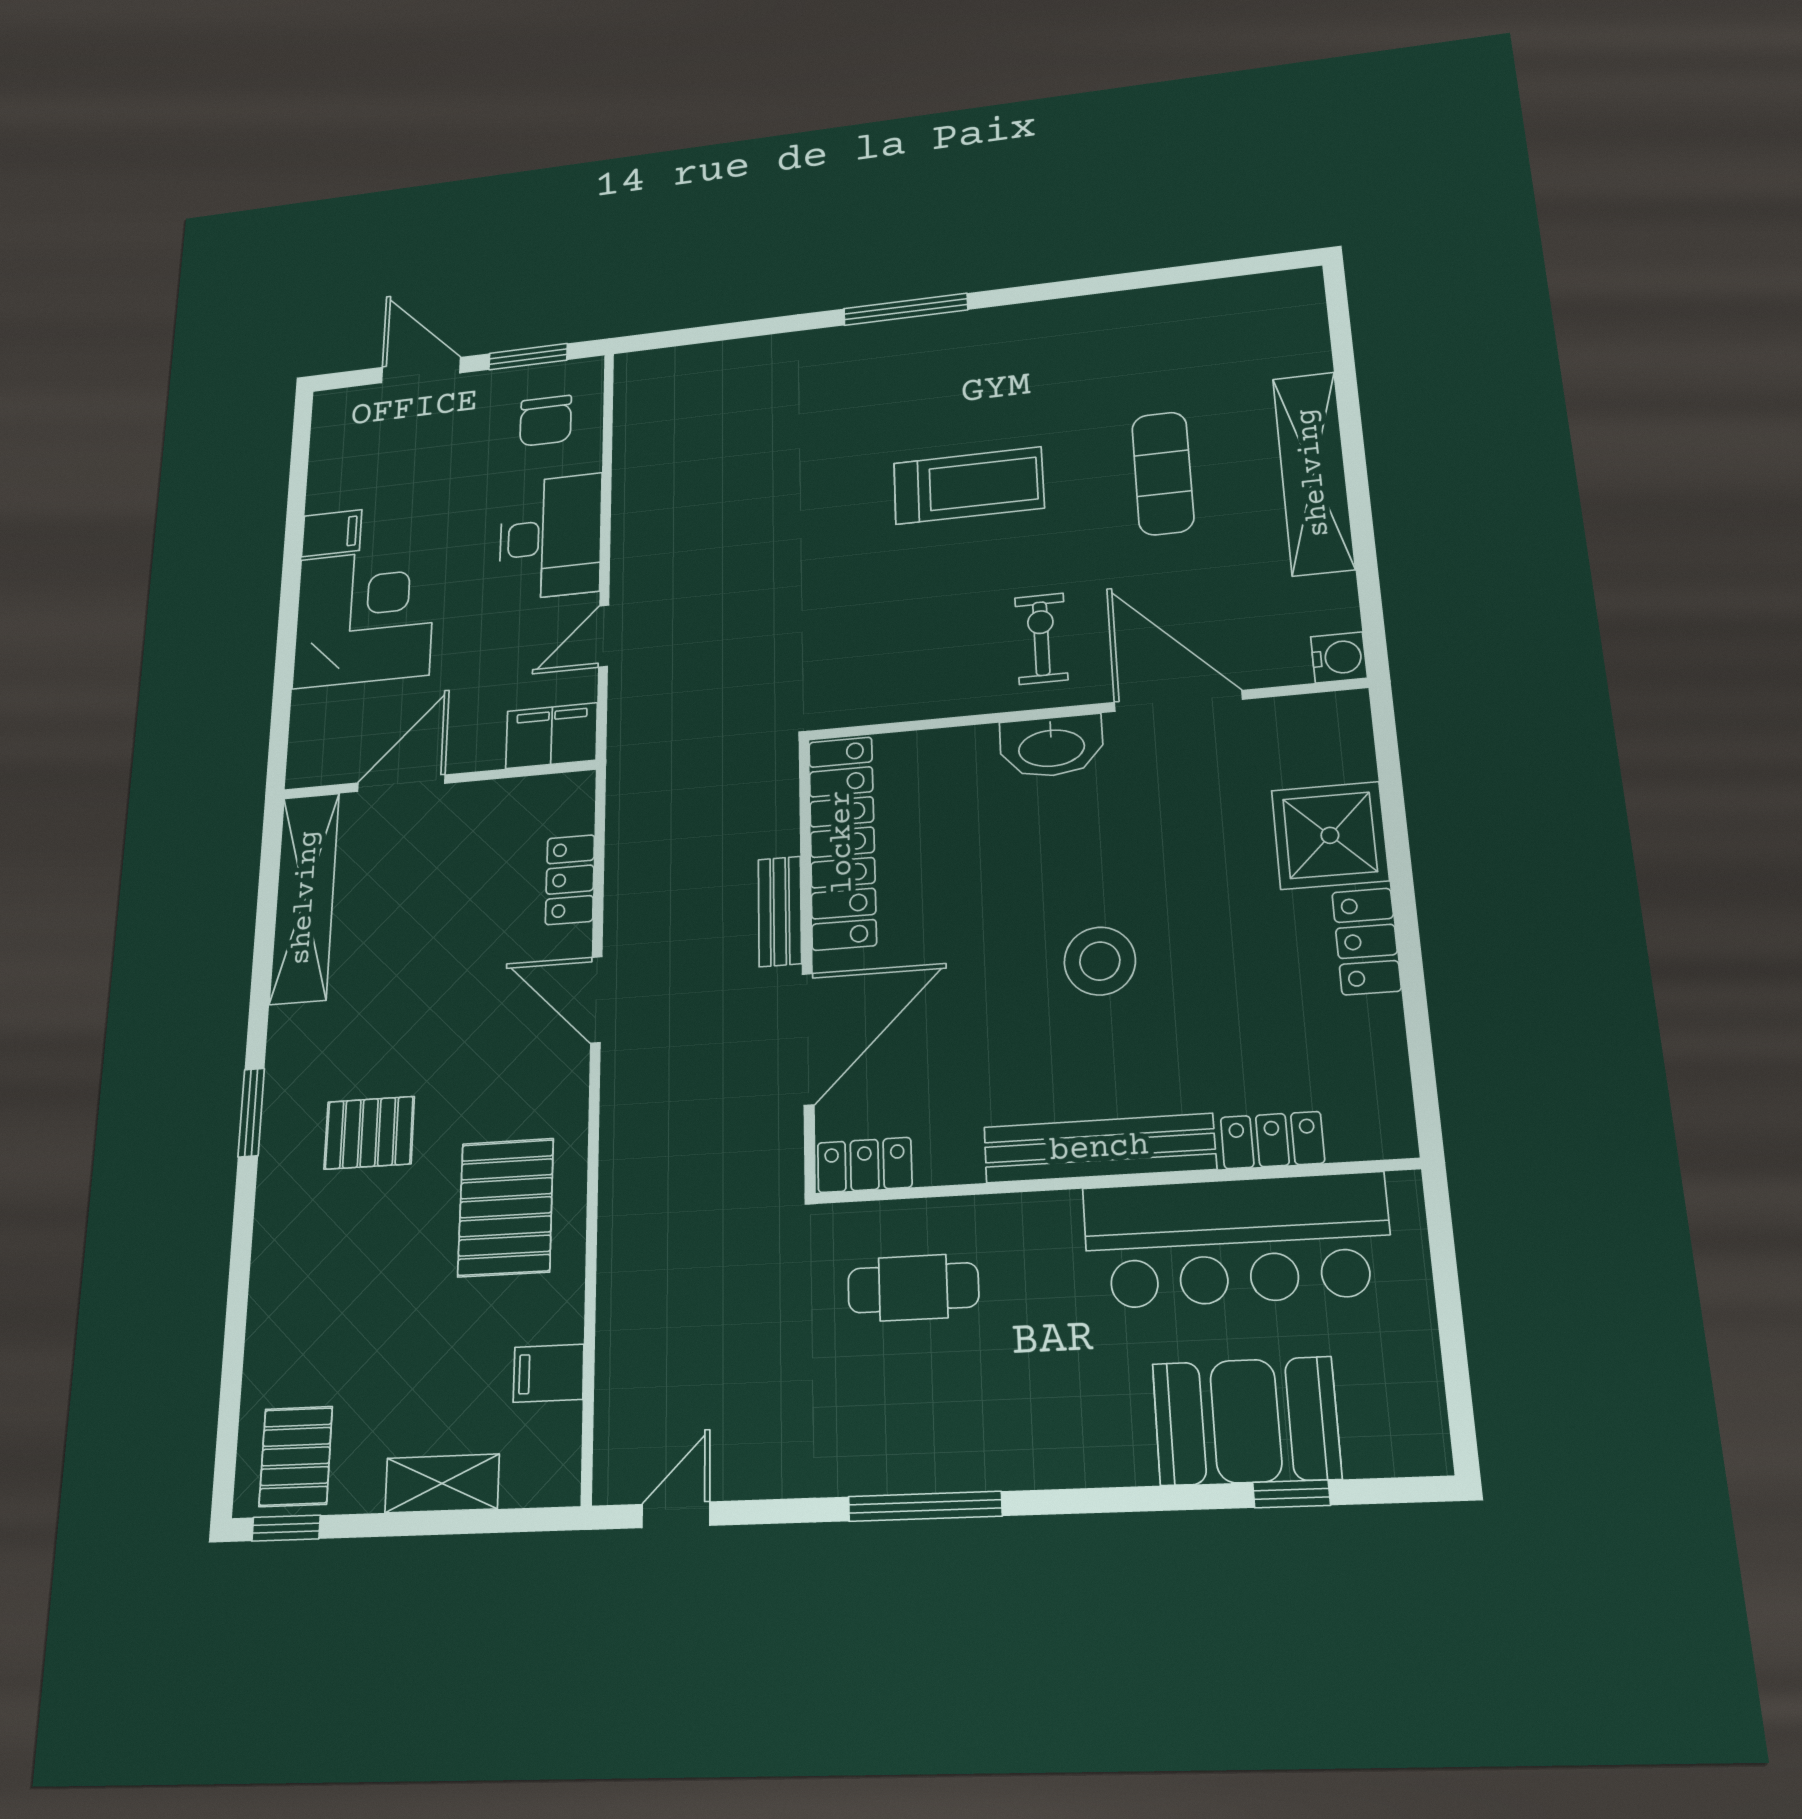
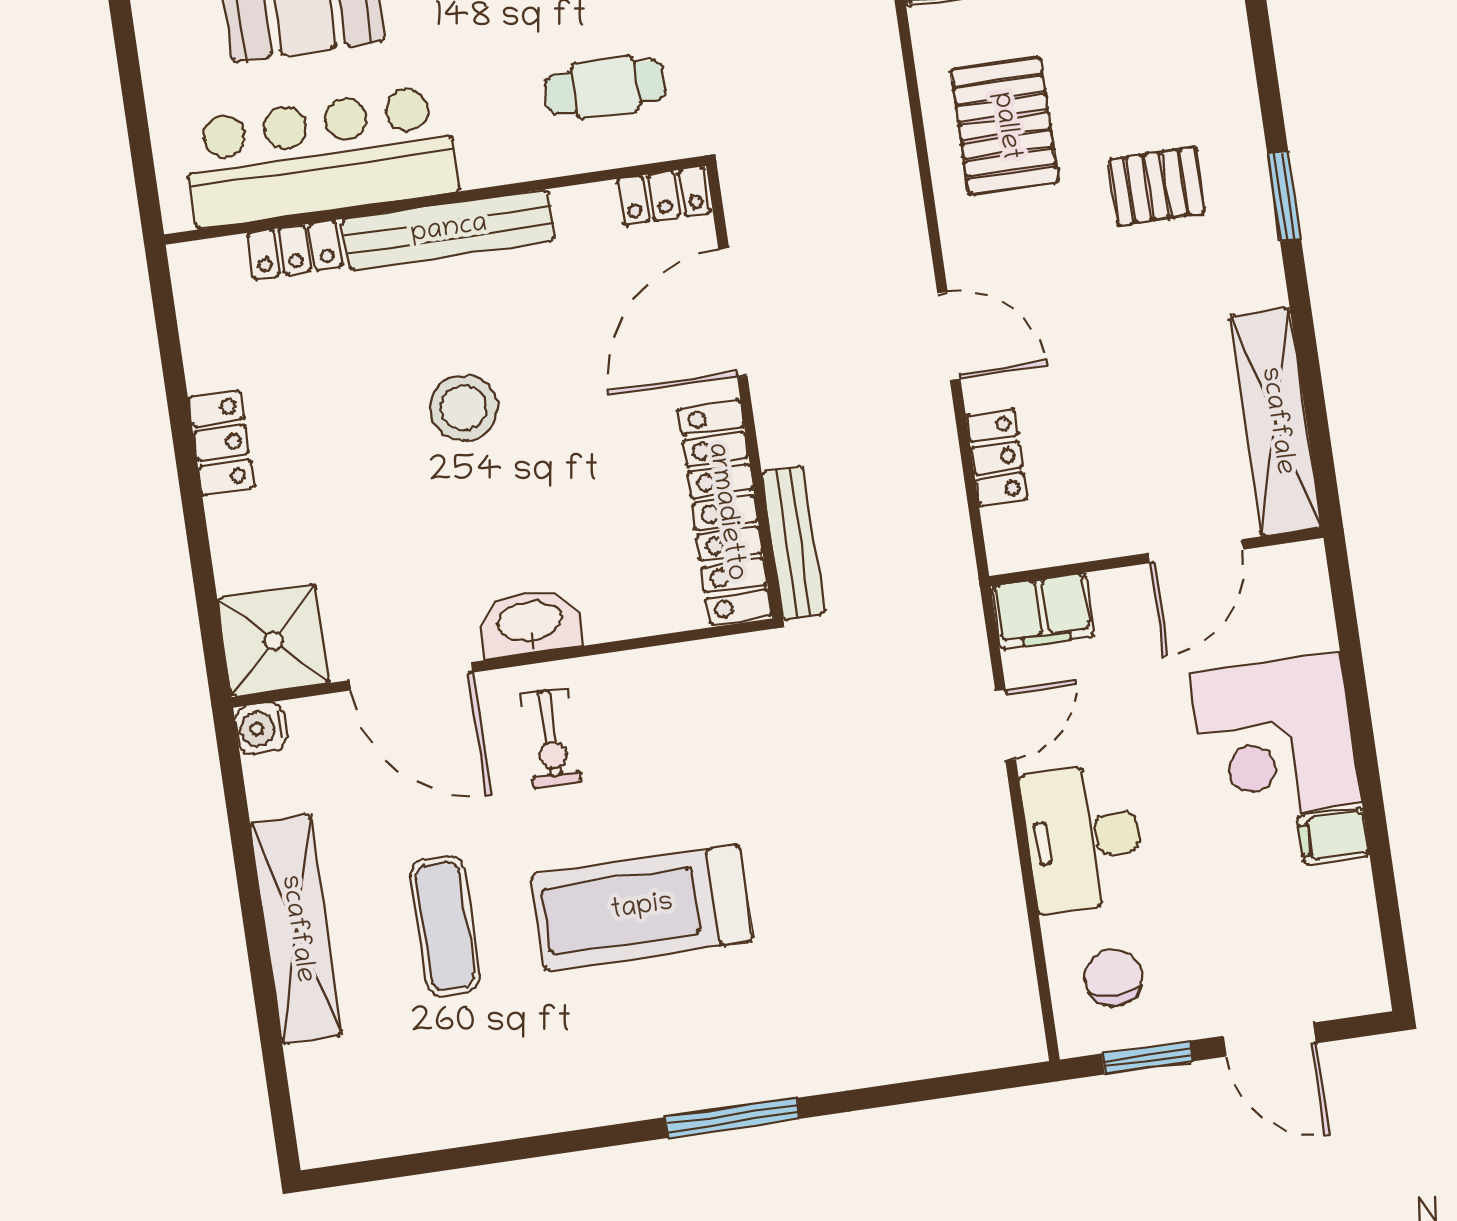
treadmill: (969, 486) -> (642, 908), width x1.37, depth x1.38
shower: (1330, 835) -> (274, 641), moved
bench: (780, 911) -> (793, 543), moved, width x1.36

